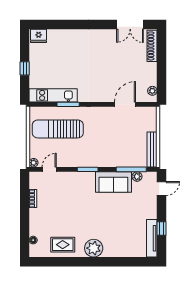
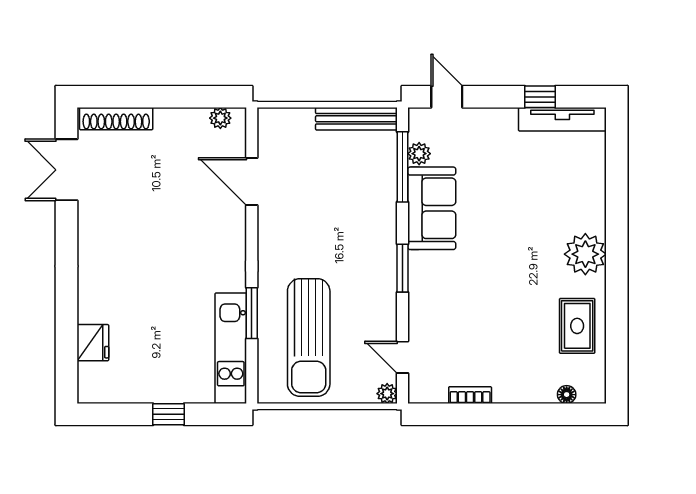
double door: (130, 25) -> (67, 170), swing flipped
fridge: (39, 36) -> (93, 343), moved

